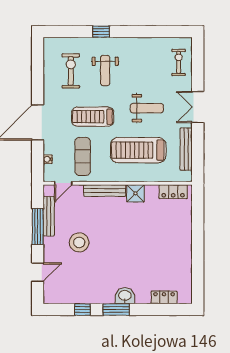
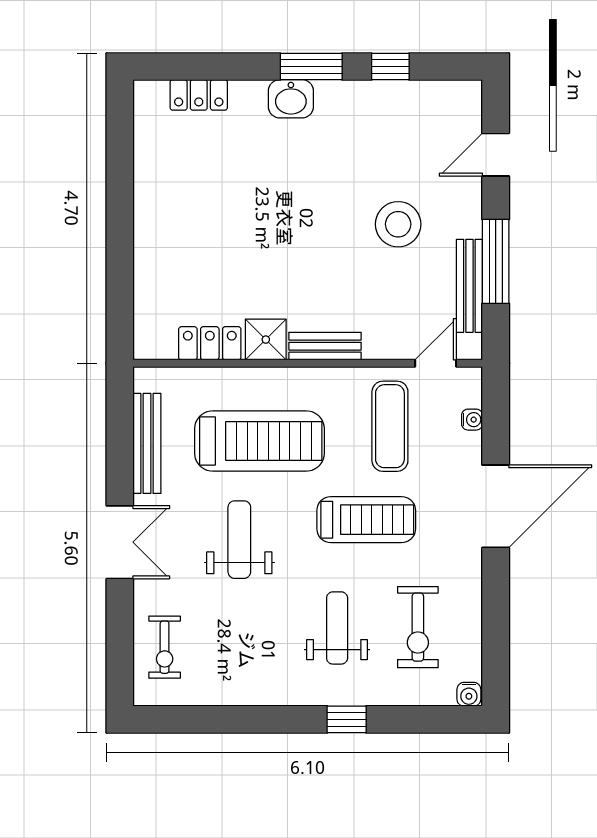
water cooler: (49, 42) -> (469, 694), added
weight bench: (147, 108) -> (239, 540), turned 90
bench: (105, 191) -> (325, 346), width x0.73
locker: (173, 192) -> (210, 343), moved

